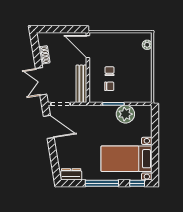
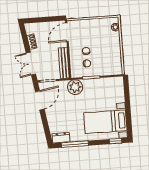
door: (88, 47) -> (67, 32), hinge flipped
plant: (125, 114) -> (75, 87), moved
door: (49, 127) -> (40, 100), hinge flipped
window: (102, 183) -> (75, 144), moved

